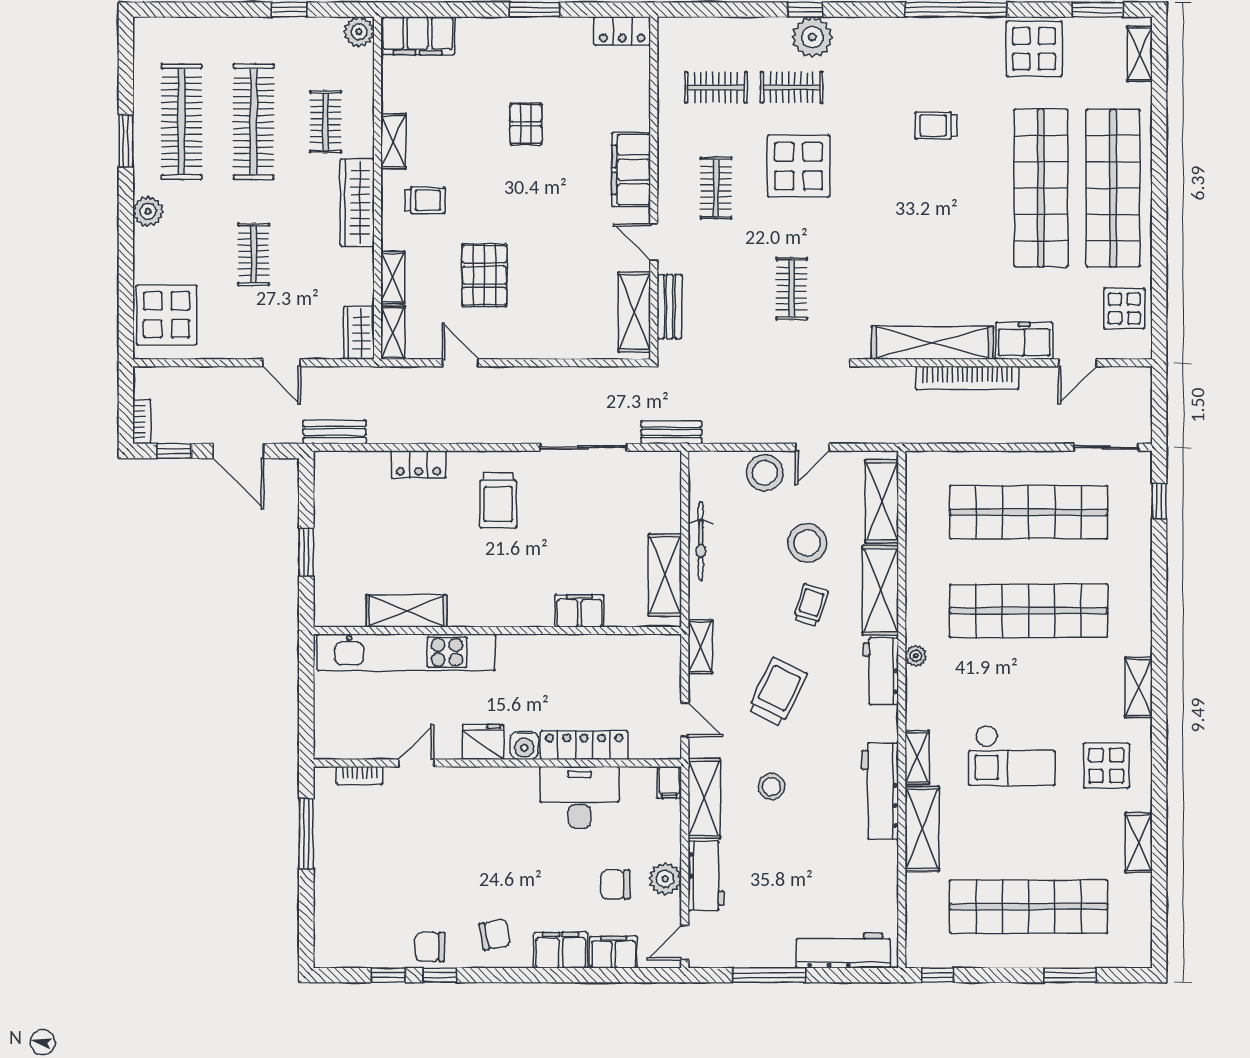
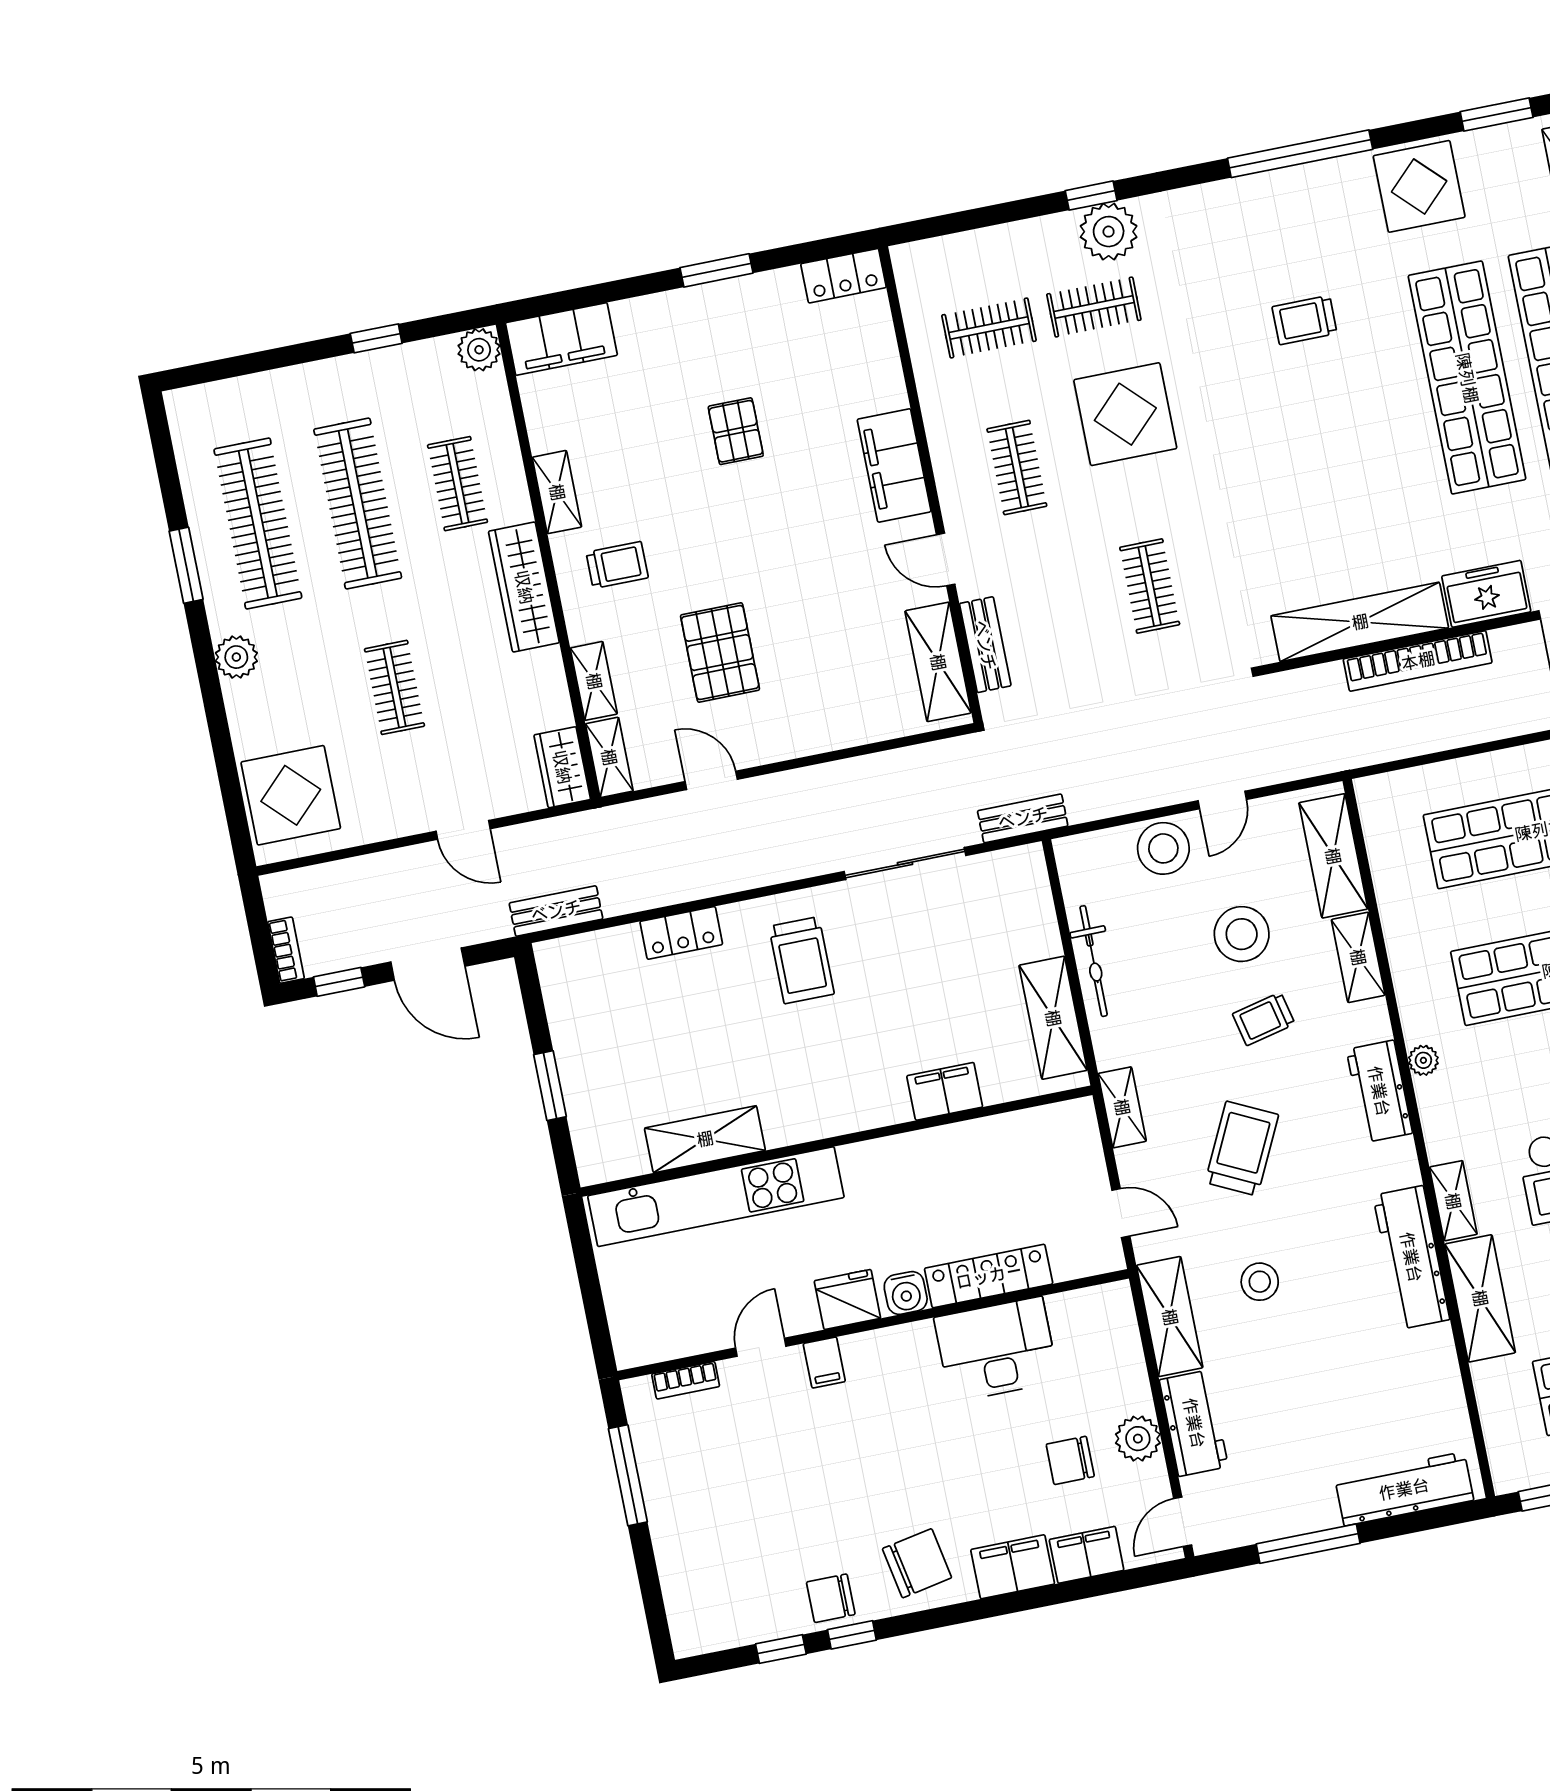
shelving: (880, 590) -> (1358, 957), width x0.67, depth x0.75
trolley: (811, 605) -> (1264, 1019), turned -120
filing cabinet: (669, 782) -> (824, 1363), moved
chair: (495, 935) -> (917, 1563), width x1.37, depth x1.37

